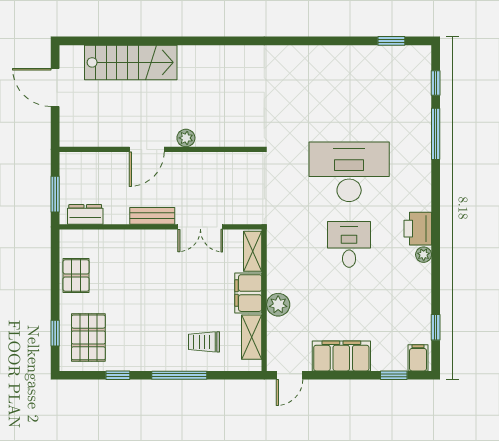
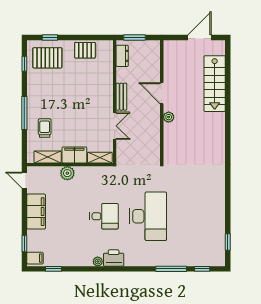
double door: (200, 227) -> (115, 126), swing flipped
window: (118, 375) -> (24, 64), moved

